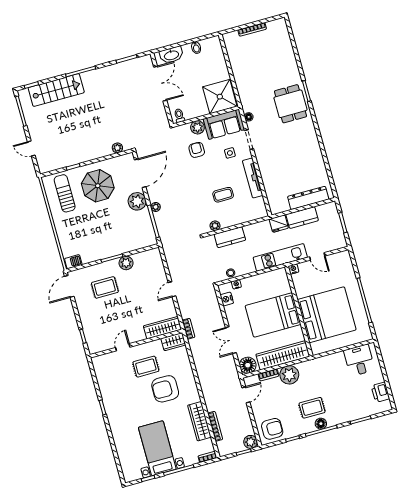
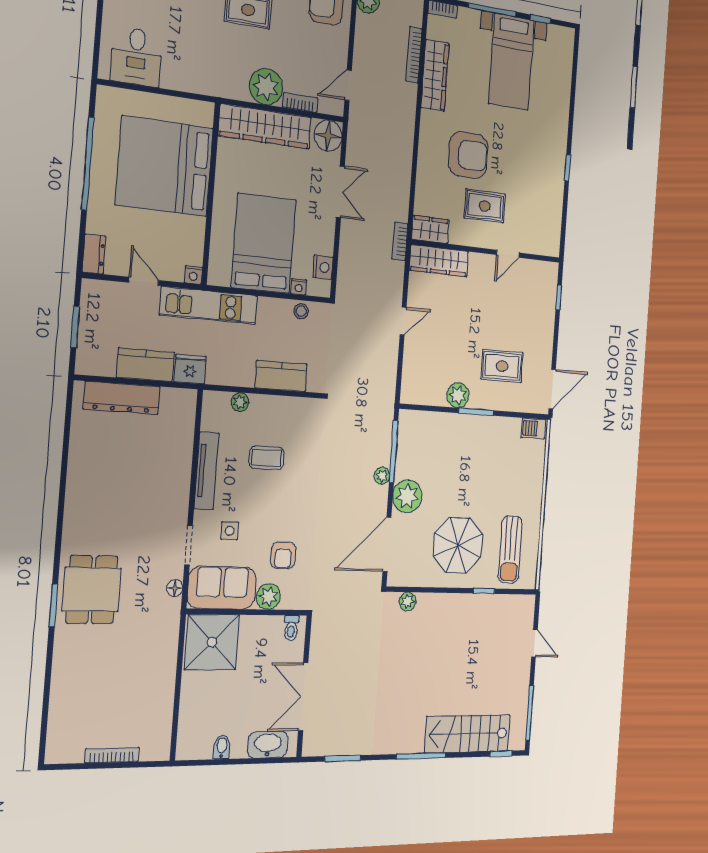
plant: (215, 226) -> (240, 402), moved
dresser: (346, 260) -> (94, 254), added
bed: (273, 315) -> (264, 243), moved, turned -90

